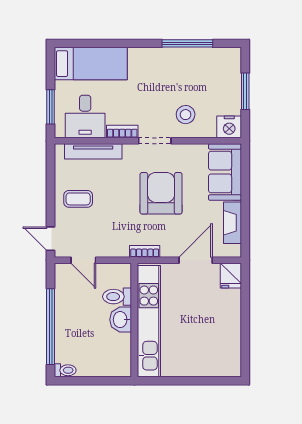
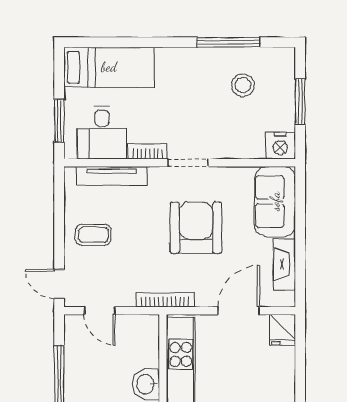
stool: (186, 115) -> (243, 85), moved
bookcase: (145, 251) -> (165, 300), width x1.56
toilet: (117, 297) -> (142, 356), removed

